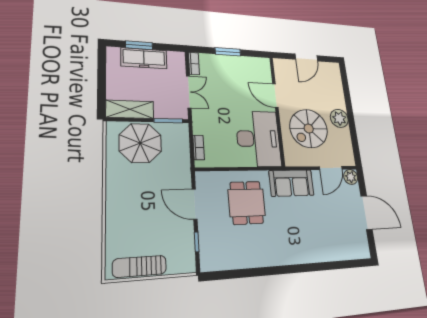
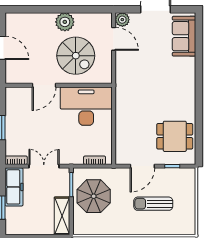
freezer: (144, 58) -> (14, 187), moved
parasol: (140, 143) -> (94, 196), moved
sofa: (291, 183) -> (184, 36), moved, turned 180
dining table: (247, 203) -> (175, 136), moved
sun lounger: (140, 266) -> (153, 204), moved, turned 90

